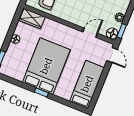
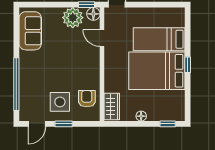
plant: (119, 17) -> (73, 18), width x1.88, depth x1.88
bed: (87, 84) -> (159, 39), moved

